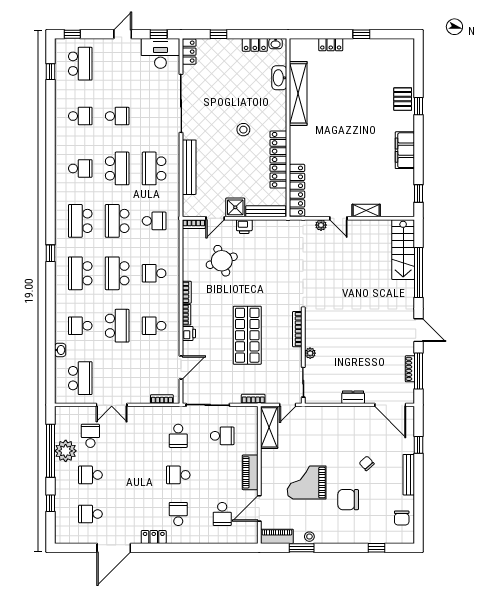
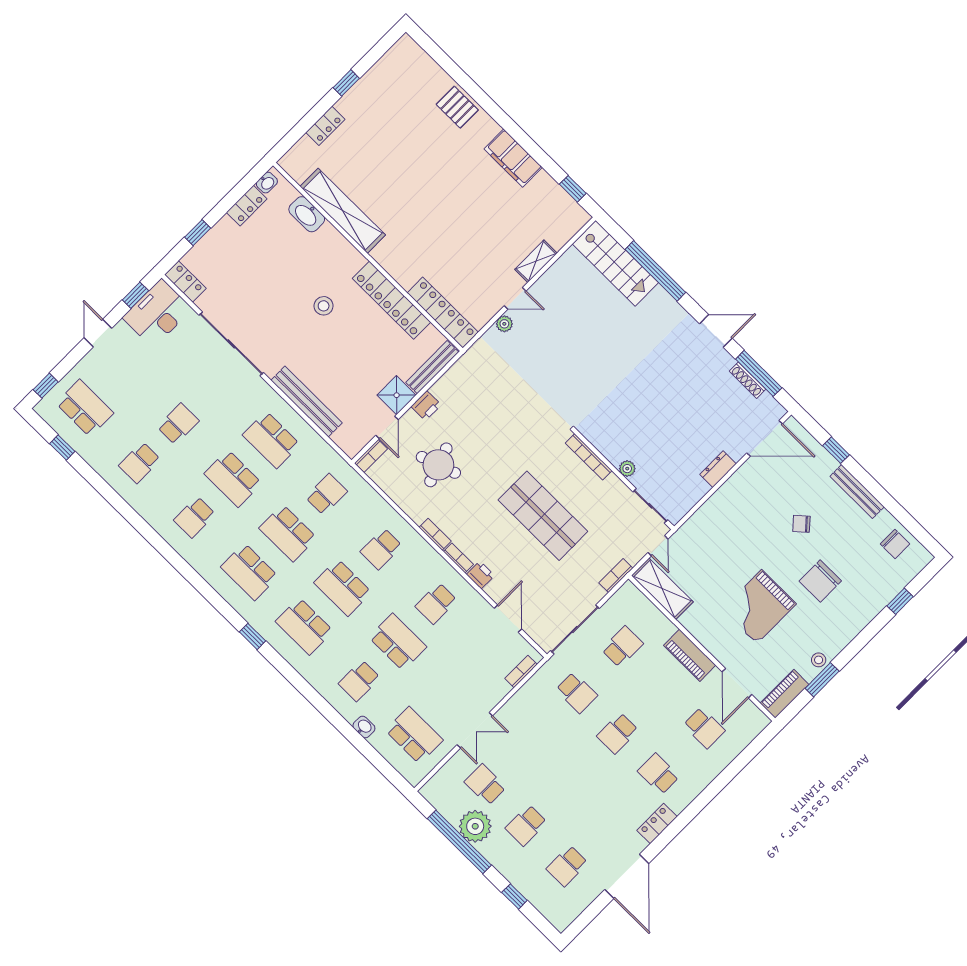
window: (419, 106) -> (481, 98), removed
school desk: (80, 116) -> (140, 463), turned 180
school desk: (80, 168) -> (195, 517), turned 180
school desk: (117, 168) -> (233, 478), turned 180

